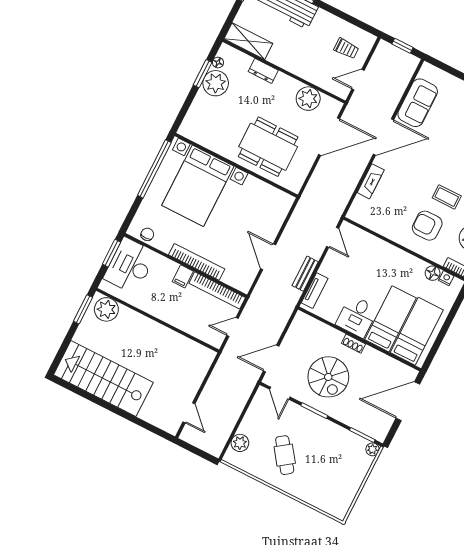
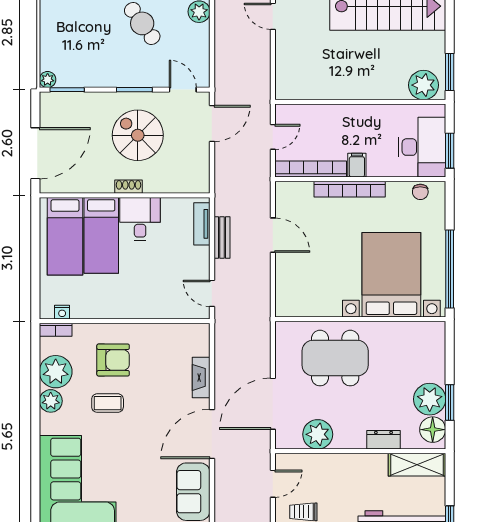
floor lamp: (218, 63) -> (433, 430), width x1.89, depth x1.89
floor lamp: (433, 273) -> (80, 310), removed

